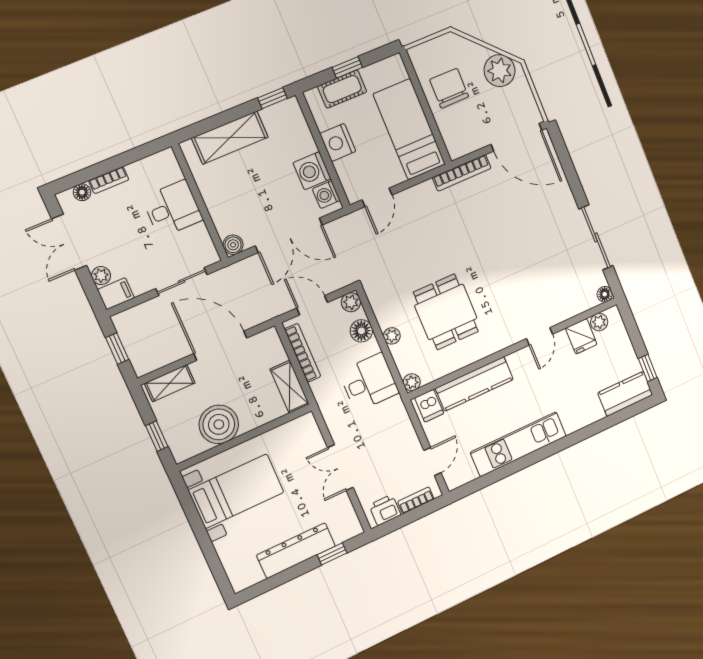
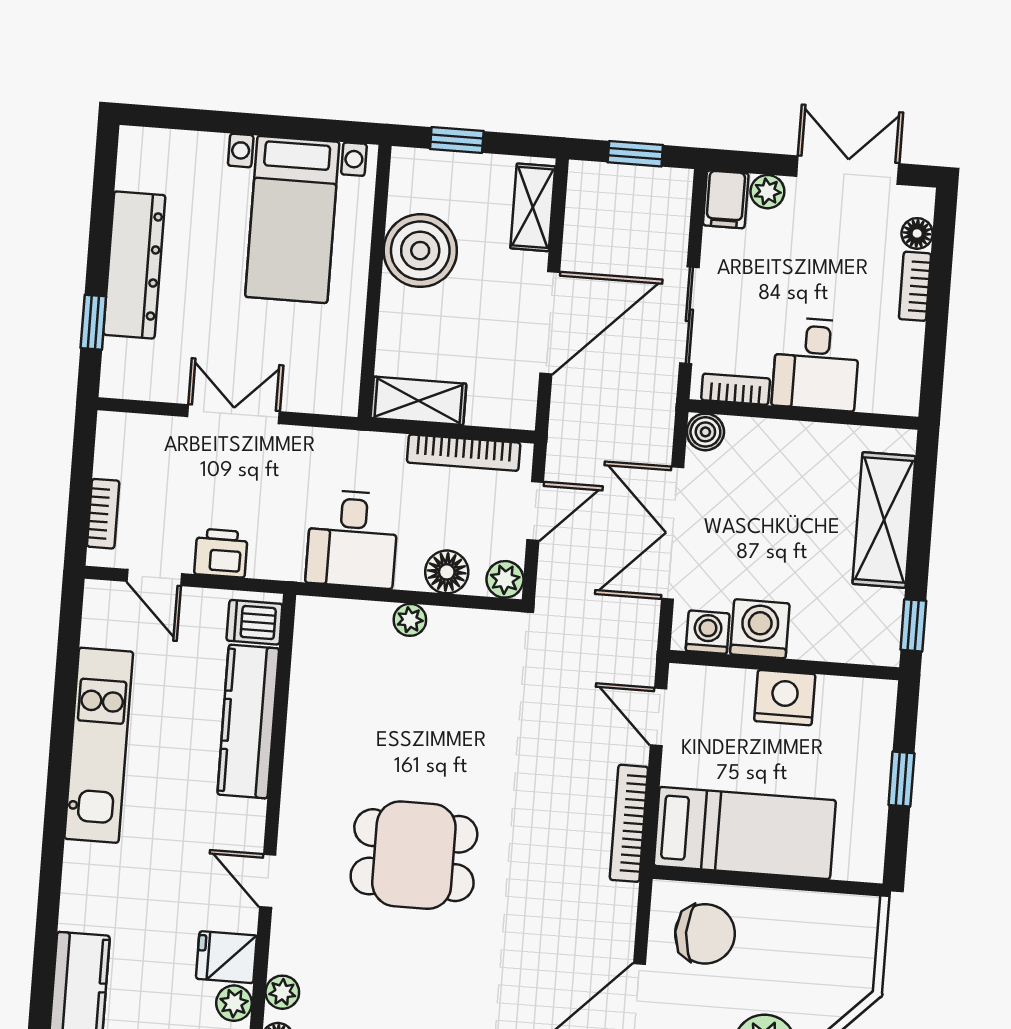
chair: (449, 88) -> (705, 934), moved
cot: (342, 89) -> (870, 752), removed
bookcase: (462, 173) -> (629, 823), moved
bookcase: (205, 241) -> (736, 389), added
dining table: (446, 312) -> (414, 855), moved
plant: (412, 382) -> (282, 992), moved
printer: (385, 510) -> (221, 553), moved, turned -90

